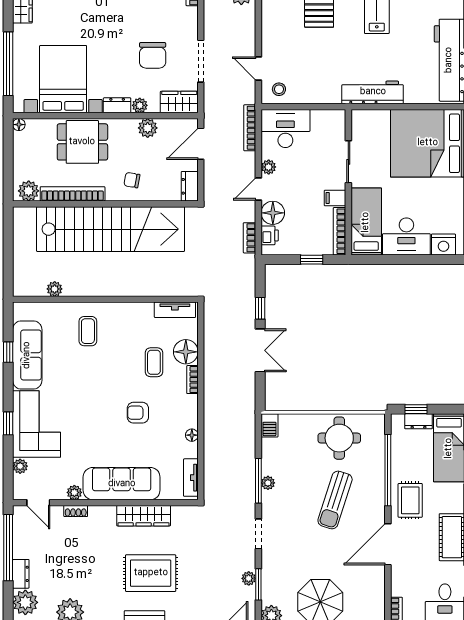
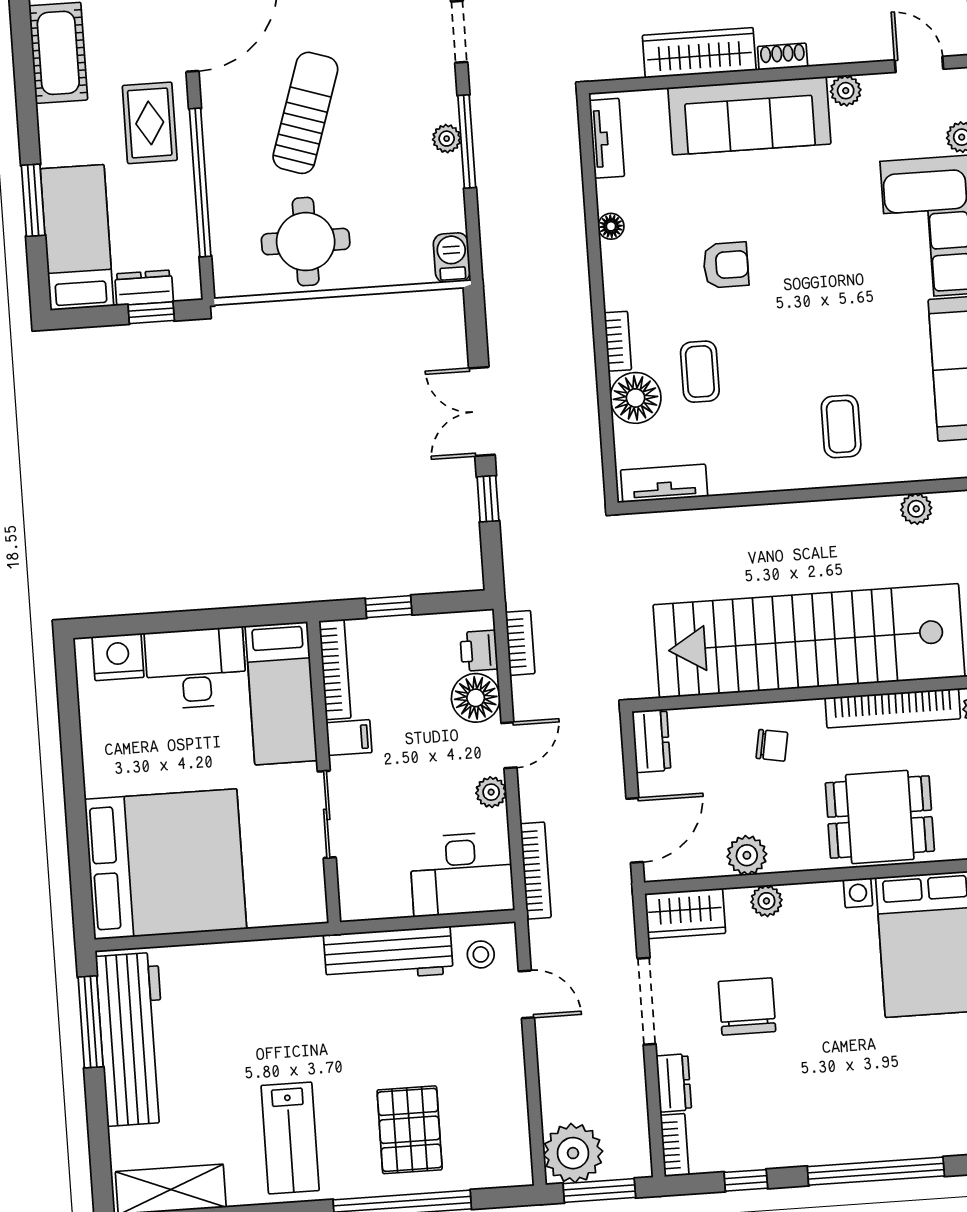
workbench: (373, 92) -> (388, 954), moved
dresser: (117, 105) -> (674, 1083), moved, turned -90
shoe rack: (76, 511) -> (783, 57), moved

